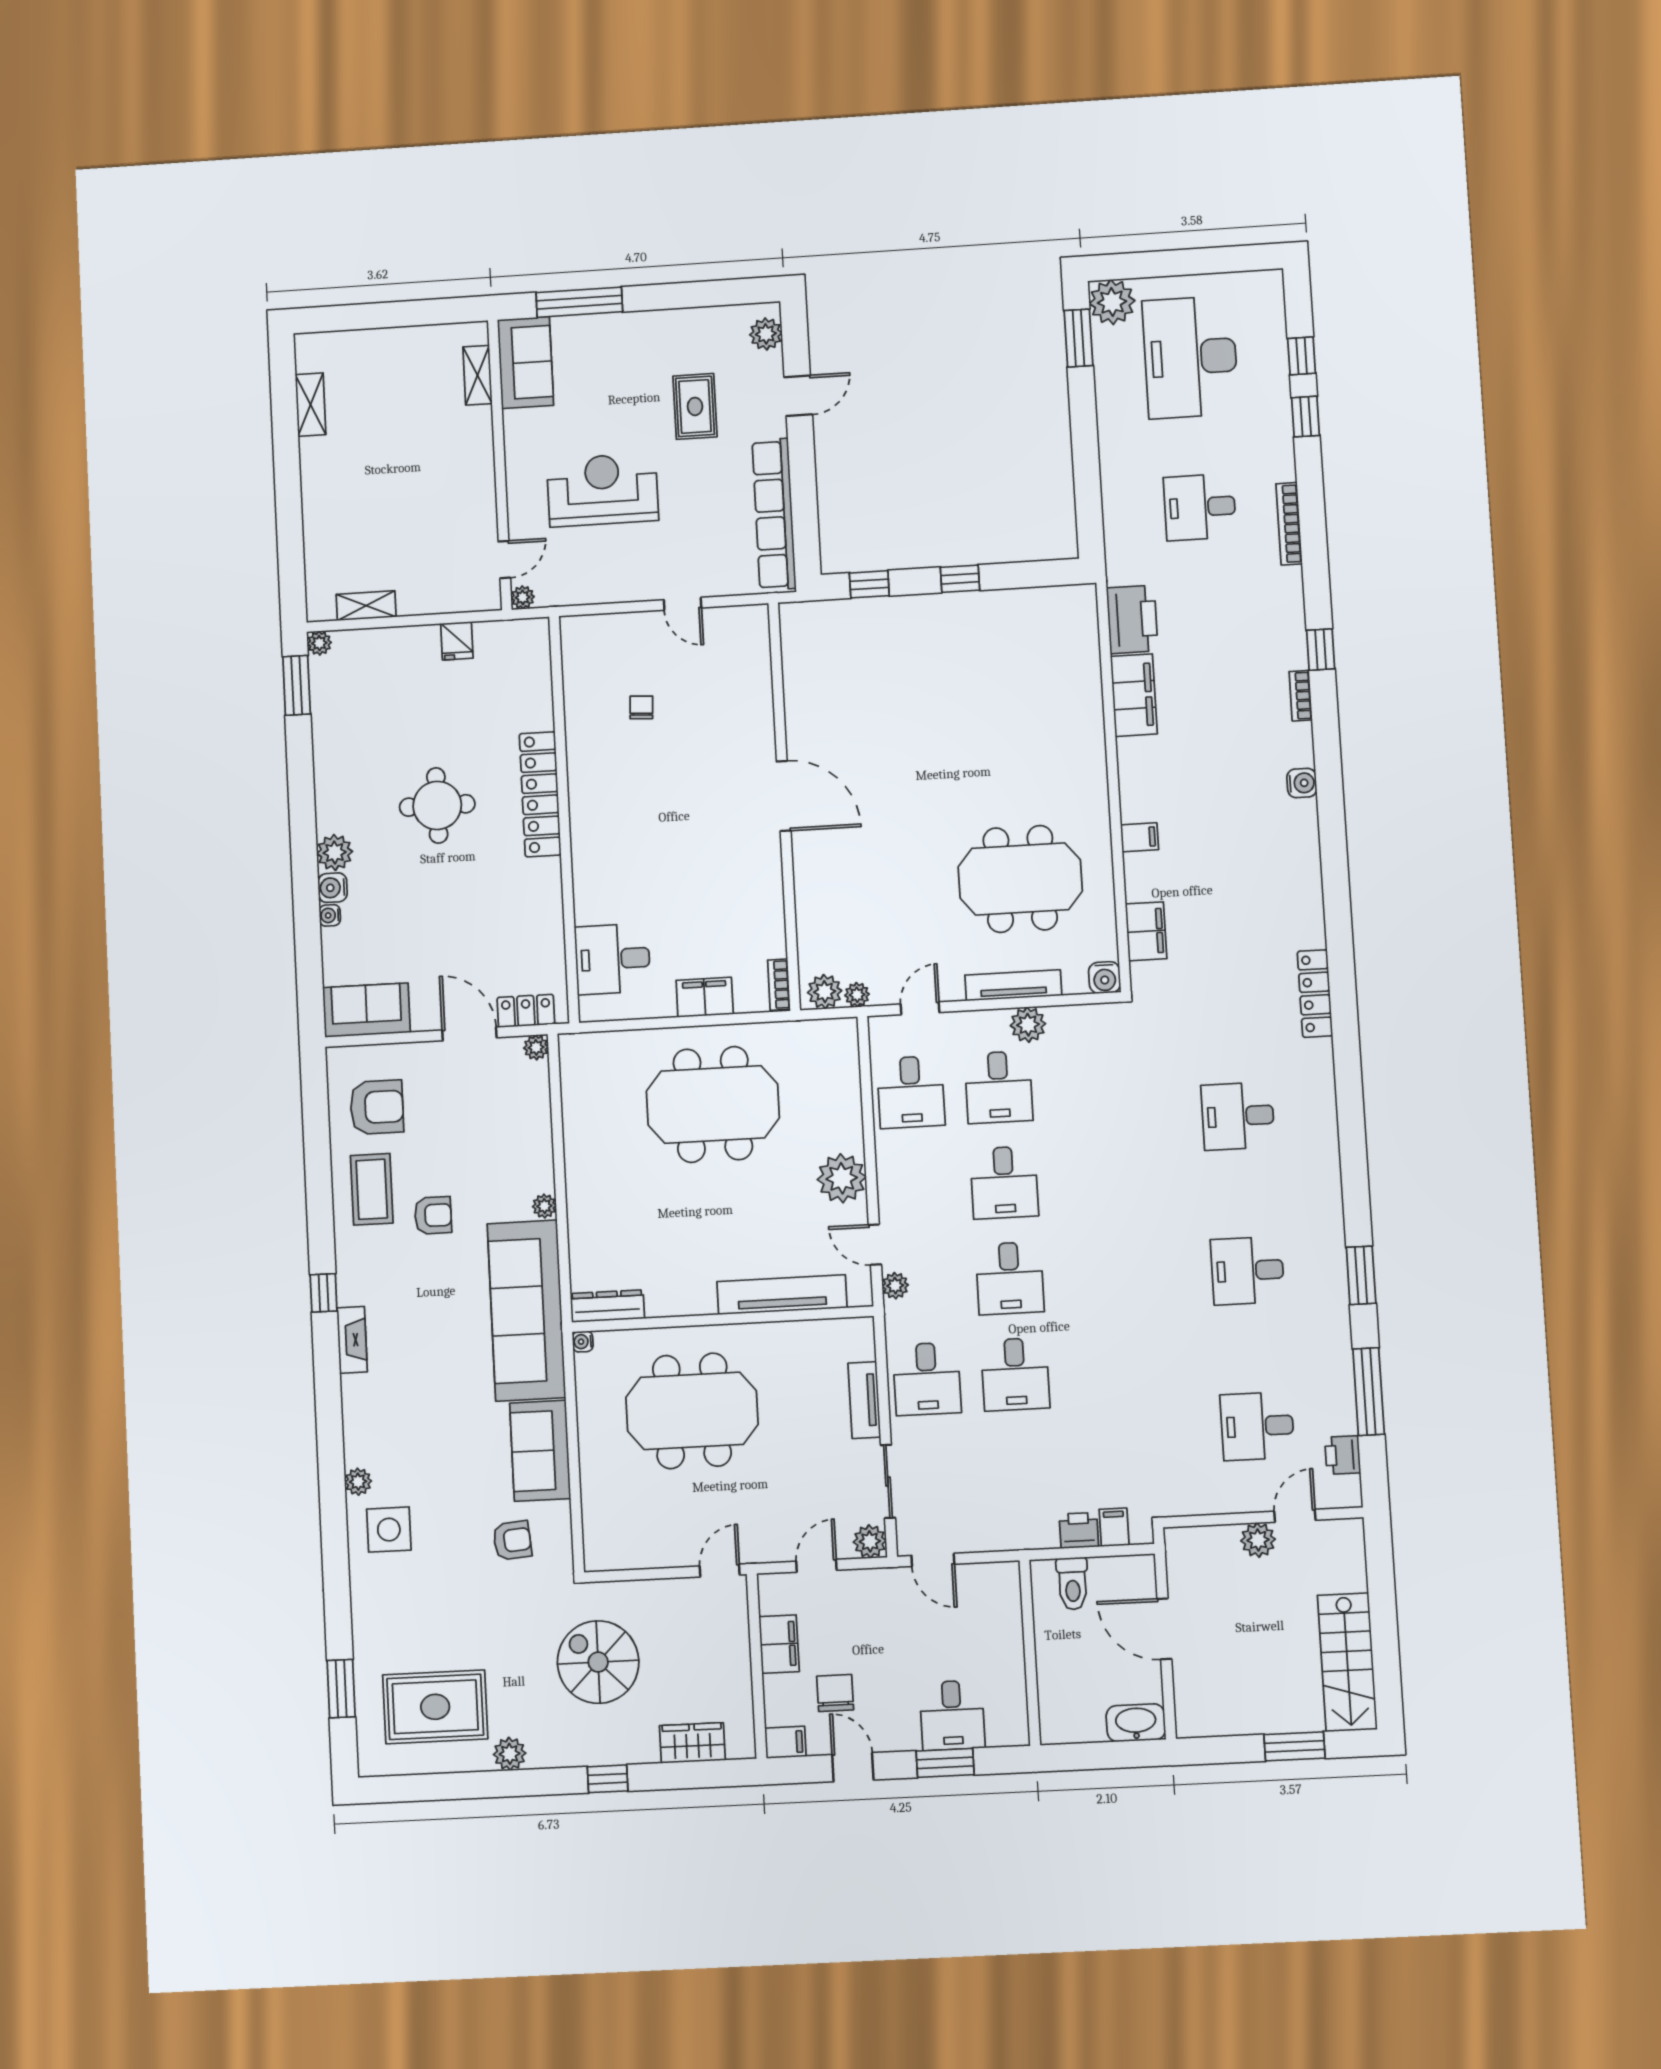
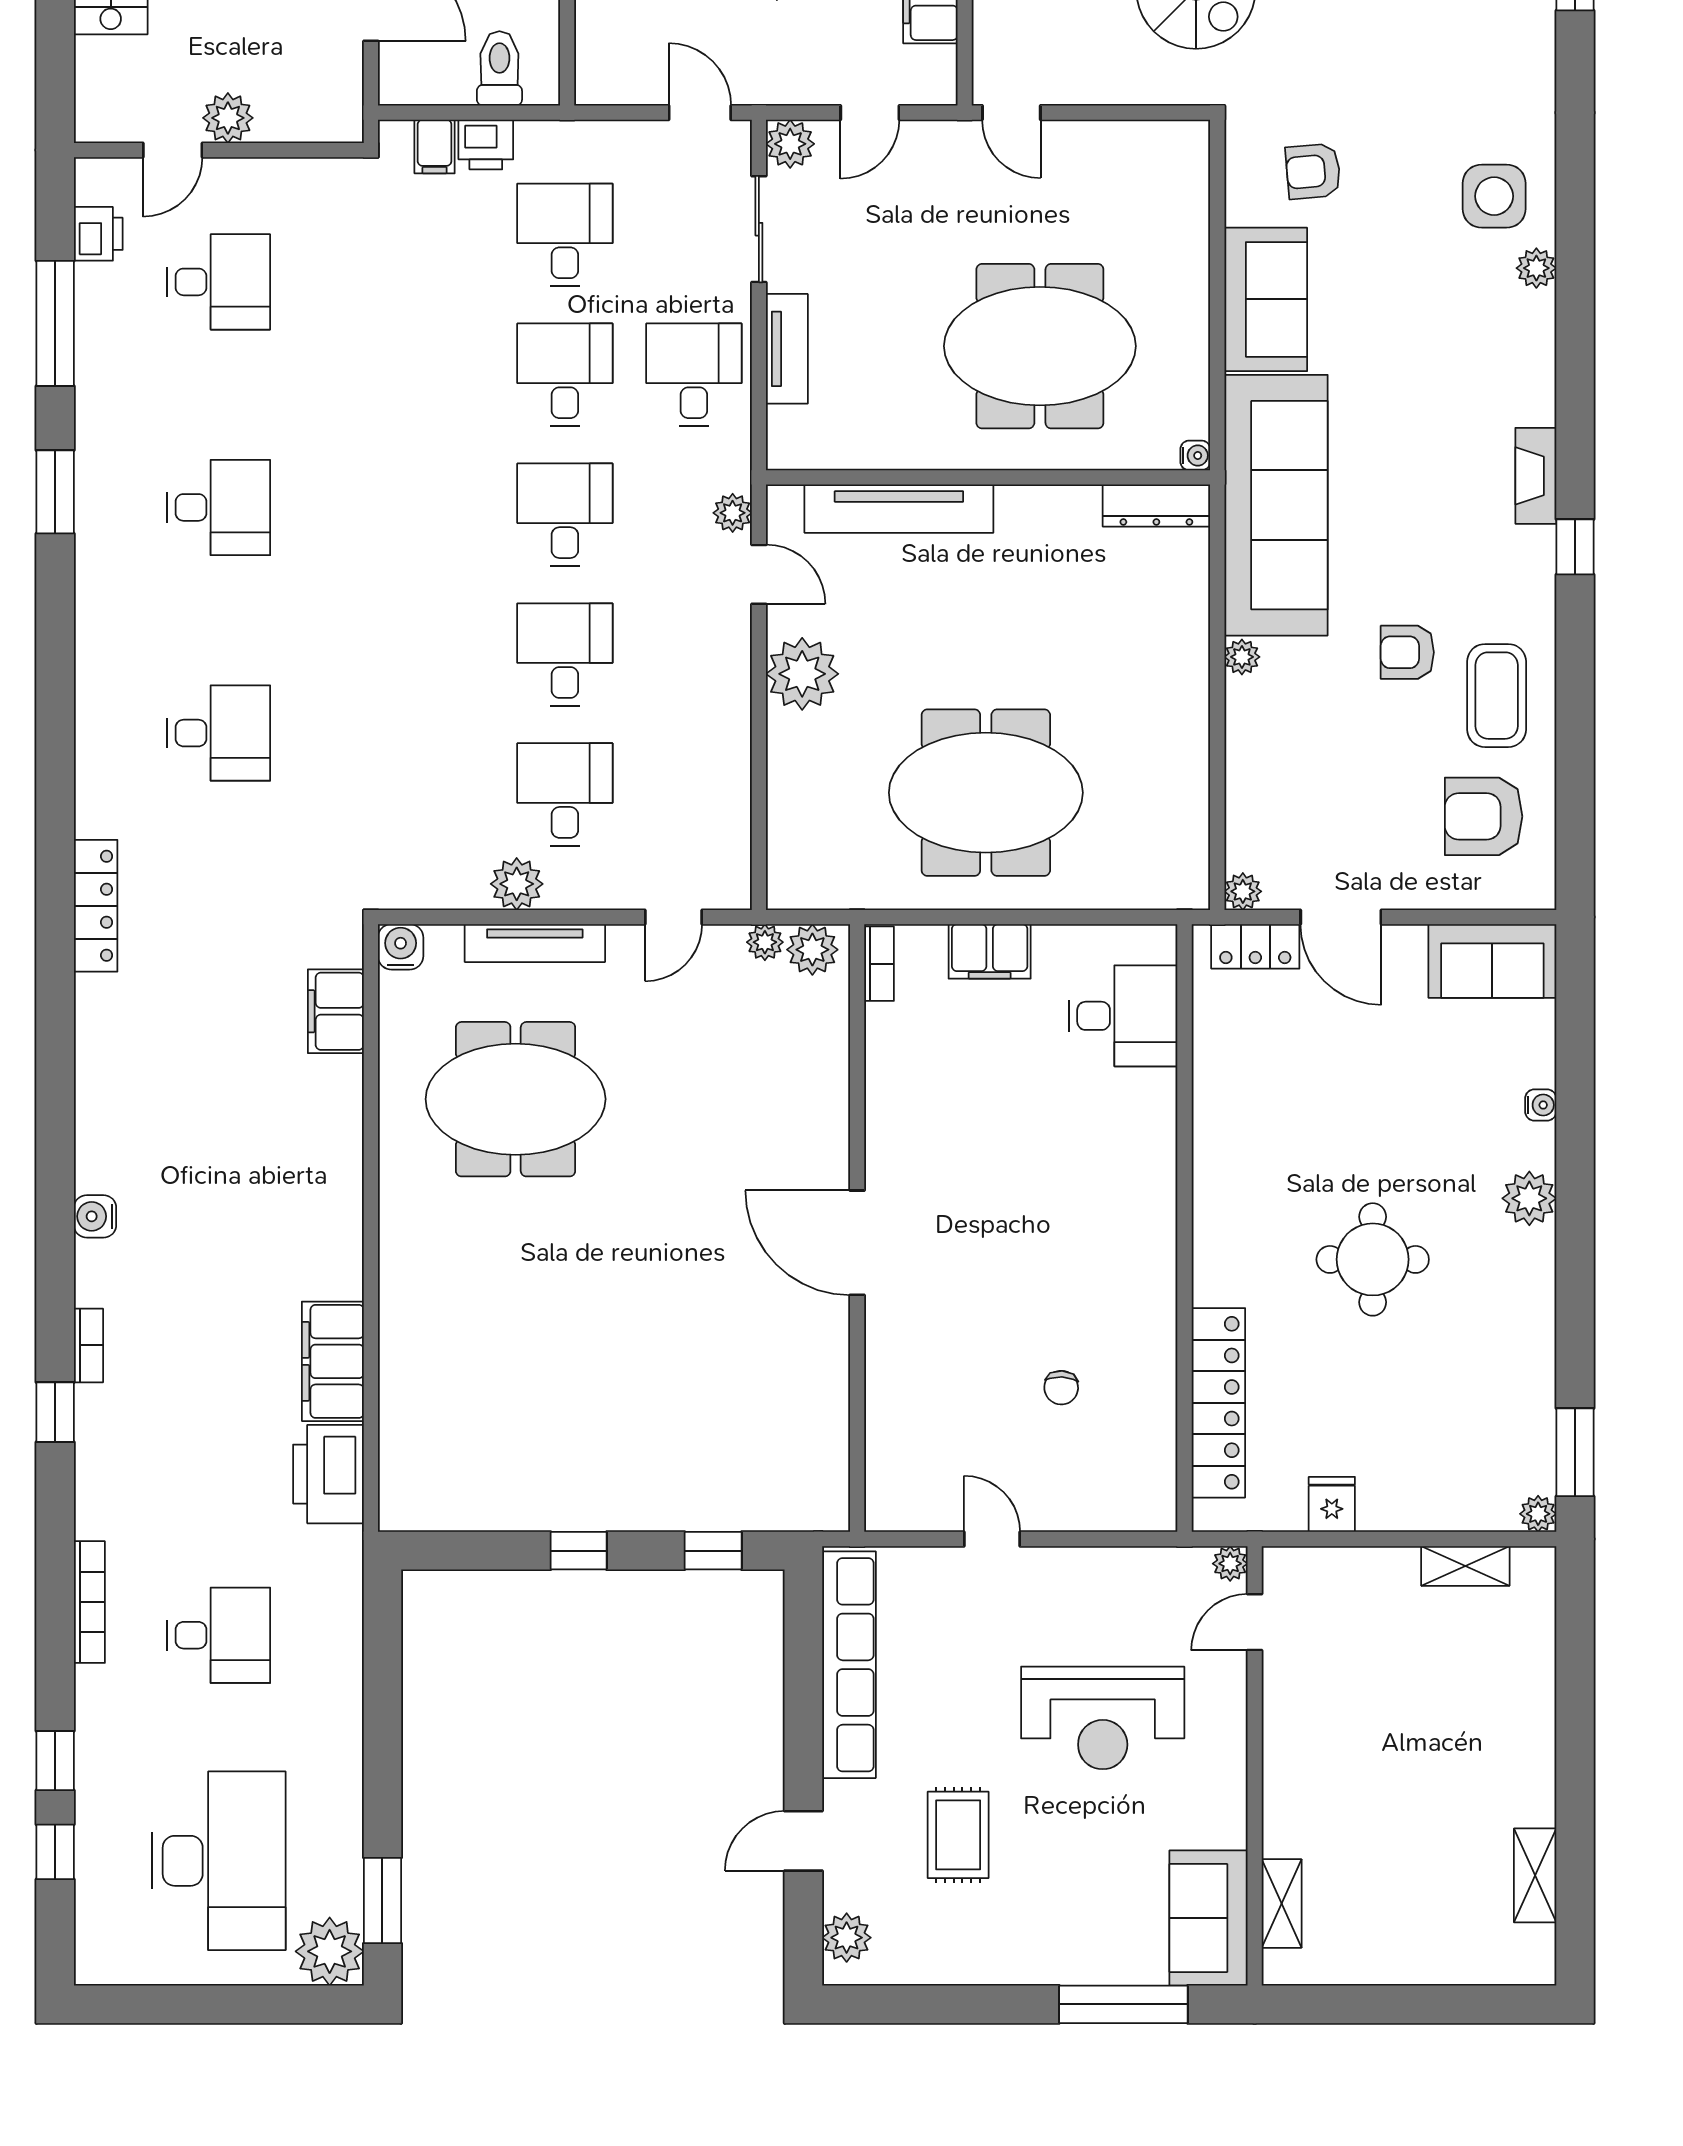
locker: (540, 794) -> (1218, 1403), moved
filing cabinet: (1140, 837) -> (337, 1150), removed
water cooler: (333, 888) -> (1535, 1146), removed
desk: (911, 1092) -> (565, 235), moved
door: (720, 1570) -> (1011, 113), hinge flipped

